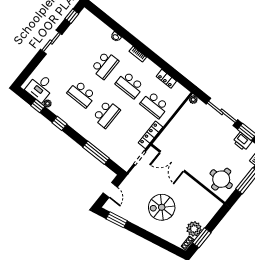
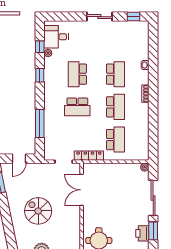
school desk: (105, 65) -> (115, 74), turned -90
locker: (166, 79) -> (144, 132), removed
school desk: (130, 85) -> (115, 107), turned 180
school desk: (155, 105) -> (115, 140), turned 180

